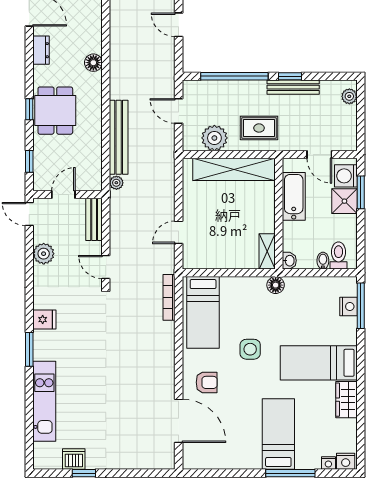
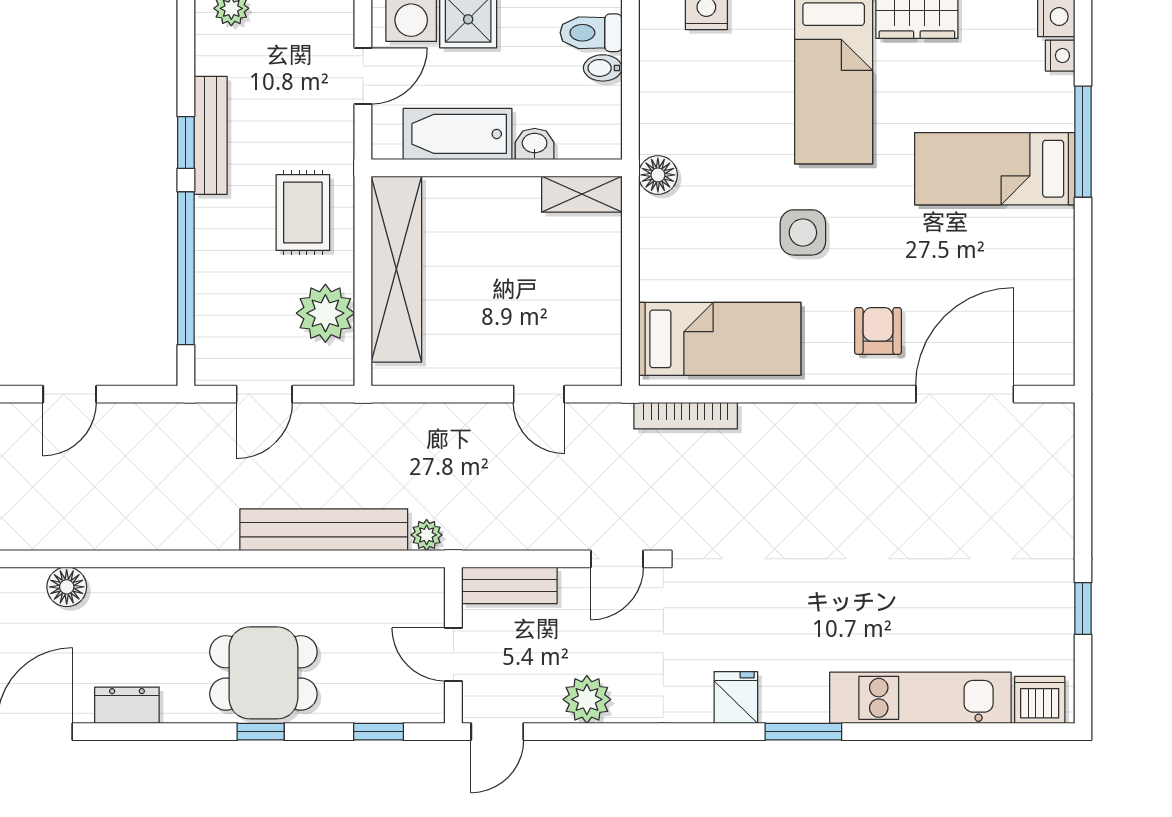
floor lamp: (93, 63) -> (67, 587), moved
washbasin: (289, 261) -> (535, 144), moved
dishwasher: (74, 459) -> (1040, 700), moved, turned 90

